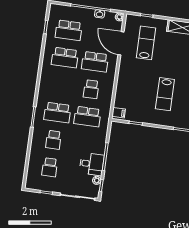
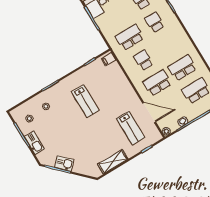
lab bench: (165, 94) -> (85, 101), turned 180
school desk: (57, 112) -> (155, 22), width x0.54

